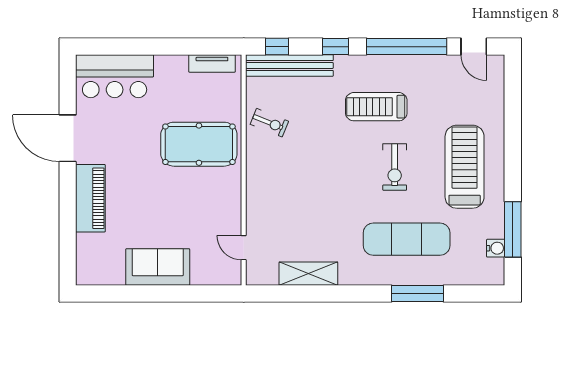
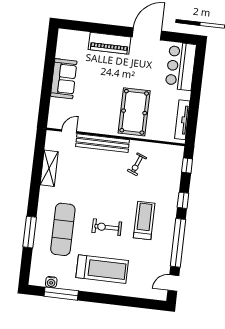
tv unit: (212, 63) -> (182, 120), width x1.41
bench: (289, 65) -> (103, 143), moved, turned 90
exercise bike: (269, 123) -> (137, 164), moved

